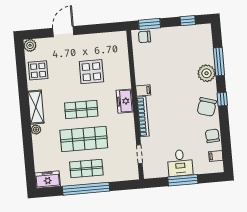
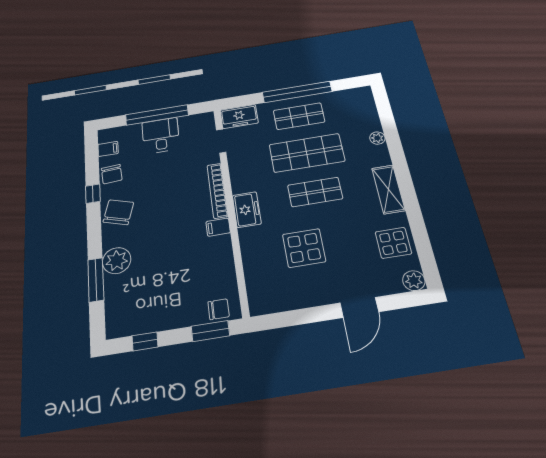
window: (222, 99) -> (93, 194), moved
plant: (36, 130) -> (377, 138), moved
freezer: (48, 180) -> (239, 116), moved
window: (183, 180) -> (157, 115), width x1.46

